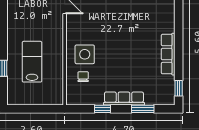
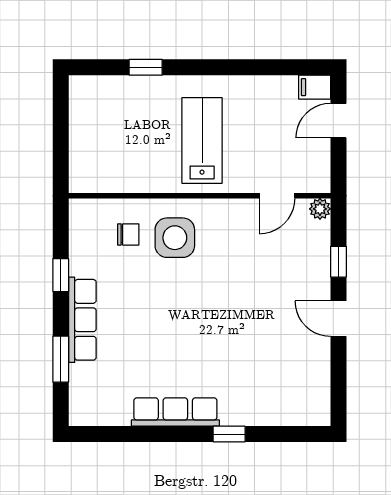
lab bench: (32, 62) -> (202, 140), moved, turned -90
window: (179, 88) -> (229, 434), moved

